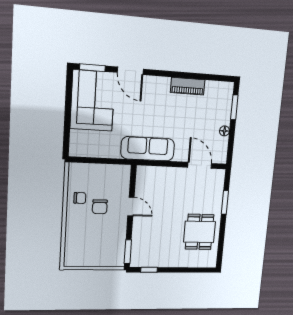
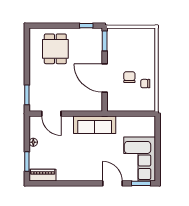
piano: (188, 86) -> (43, 175), moved
window: (225, 202) -> (27, 95), moved
door: (131, 207) -> (105, 78), width x1.88
dining table: (200, 232) -> (55, 49), moved

